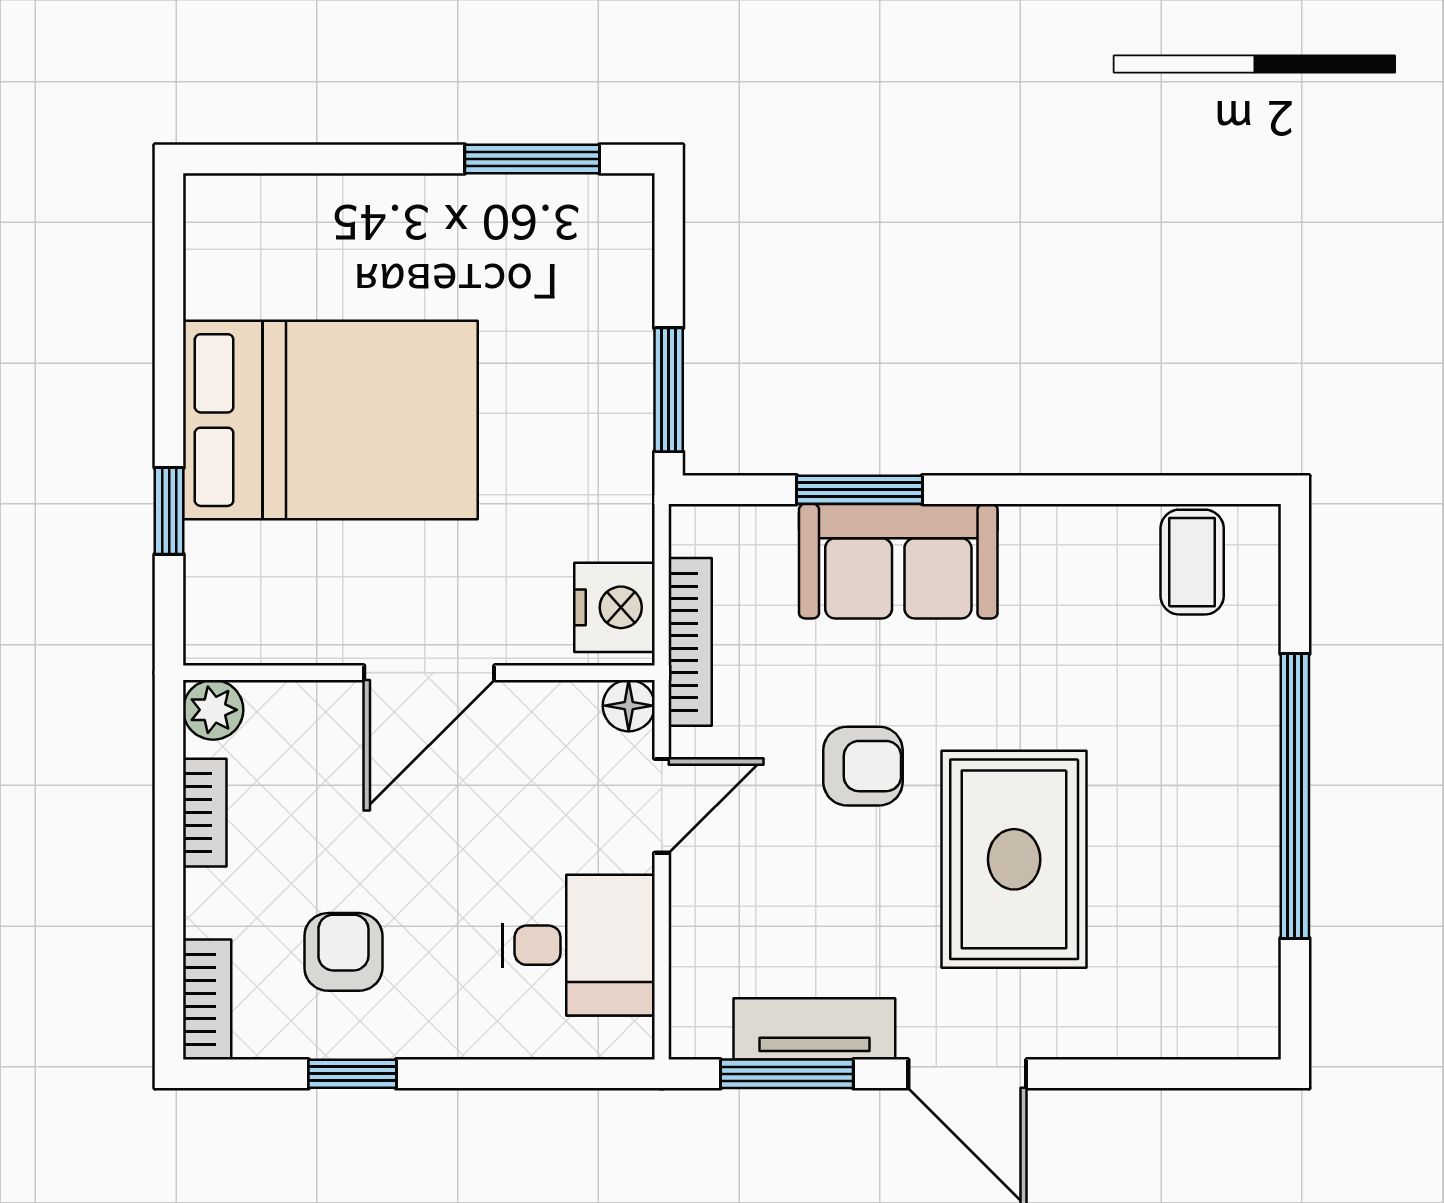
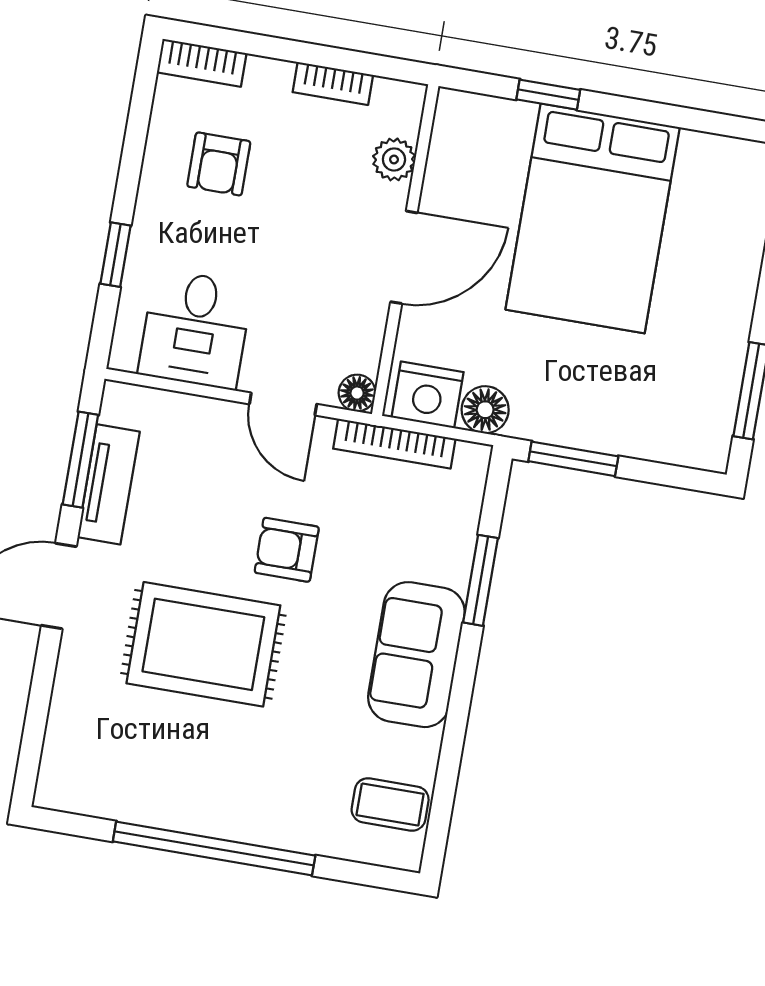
floor lamp: (621, 524) -> (485, 410), added
sofa: (898, 561) -> (416, 655), moved
door: (429, 673) -> (404, 257), swing flipped
plant: (213, 710) -> (394, 159), moved
armchair: (863, 766) -> (287, 550), turned 90
armchair: (343, 952) -> (219, 164), turned 90
window: (352, 1074) -> (115, 255), moved

